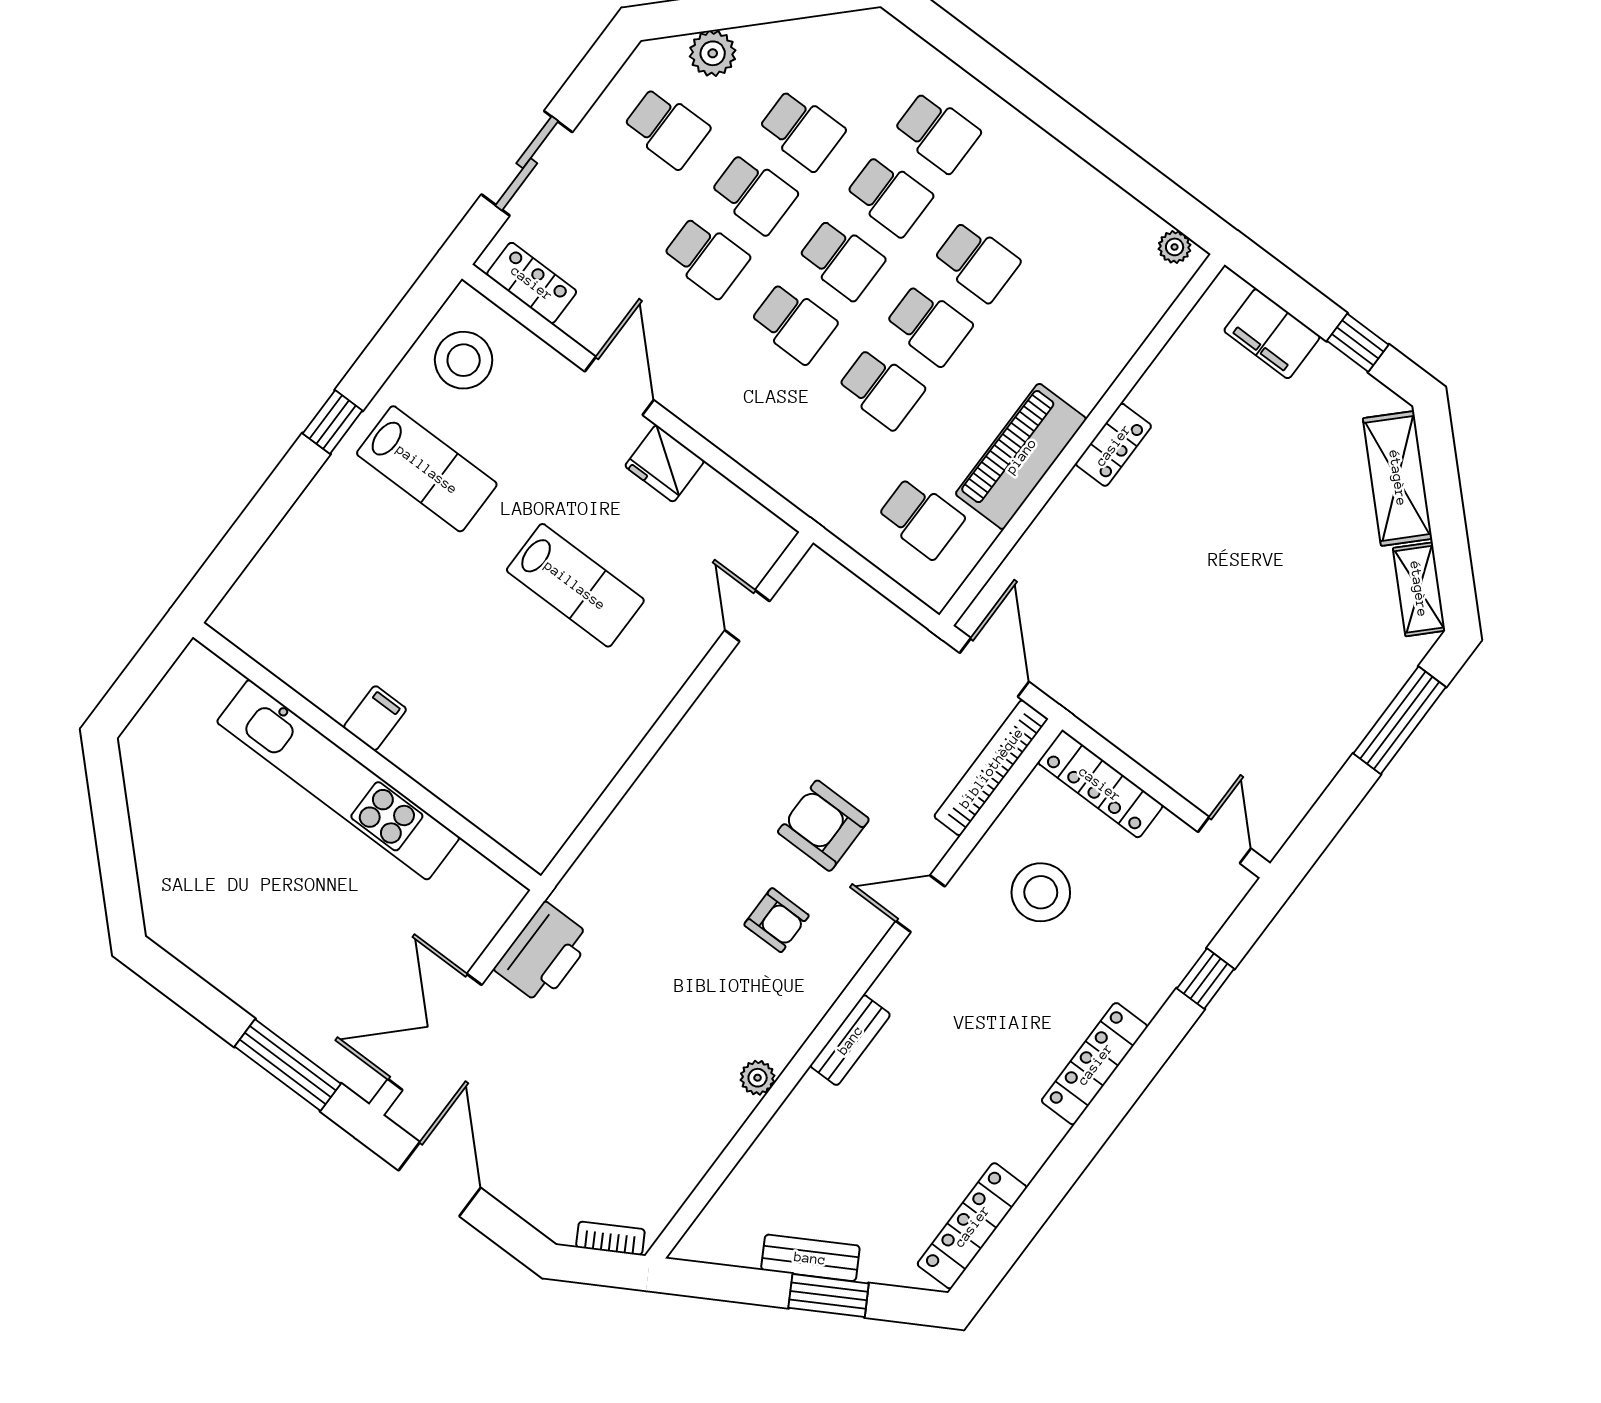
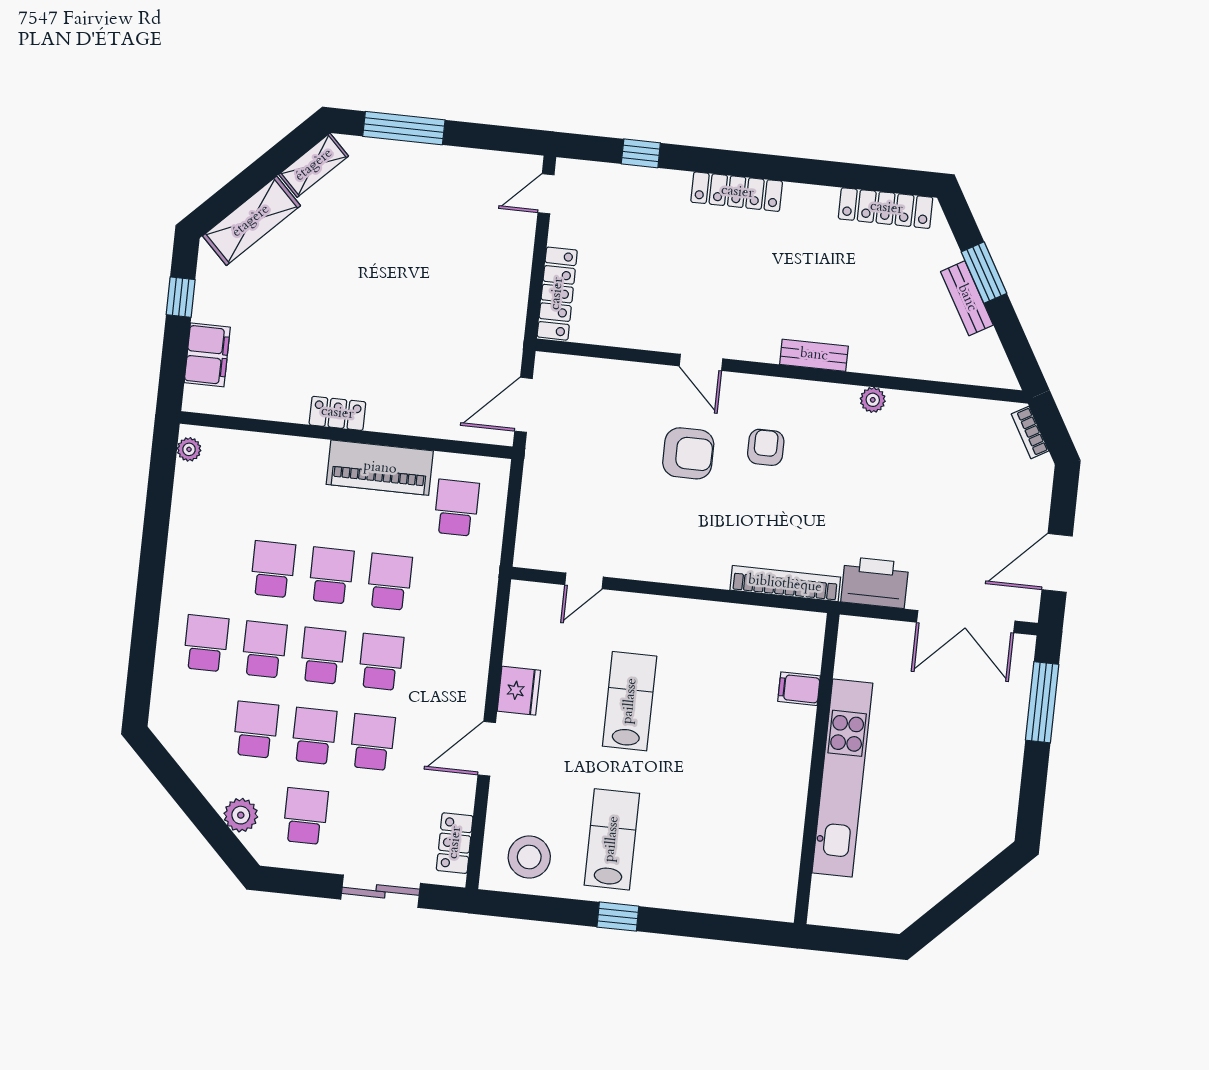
filing cabinet: (375, 718) -> (799, 689), moved
bookcase: (991, 768) -> (785, 584), moved, turned 180
armchair: (823, 826) -> (688, 453), turned -90
stool: (1041, 892) -> (648, 290), removed

